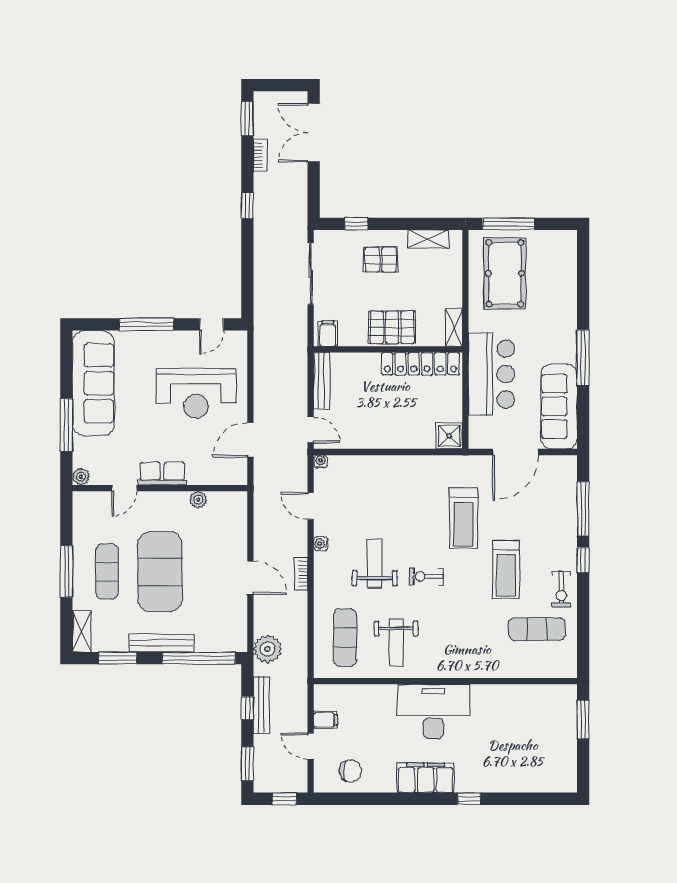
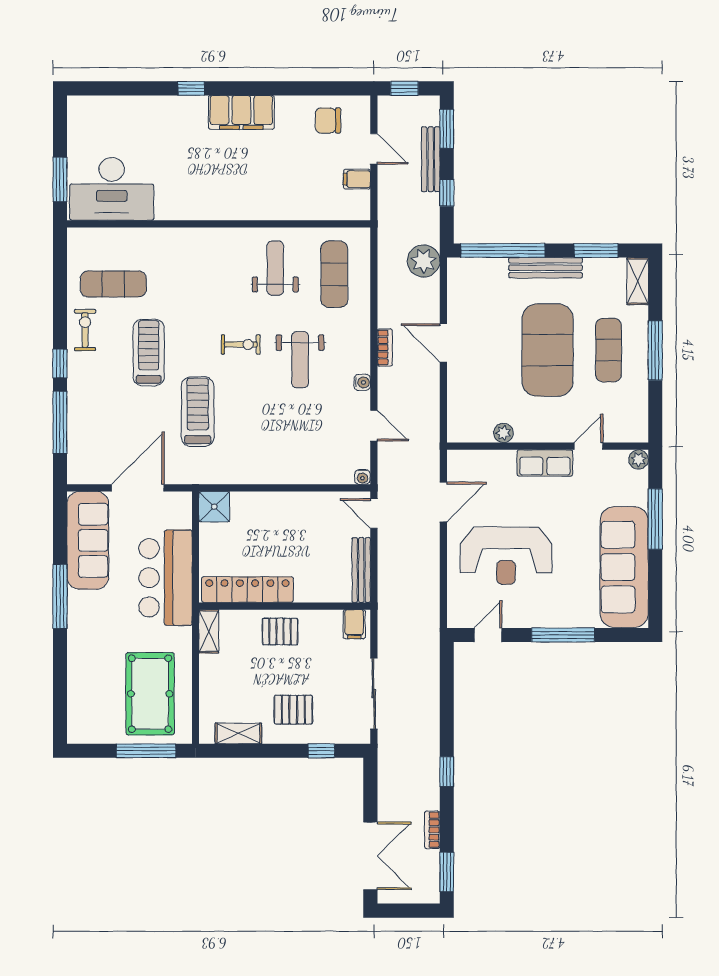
pallet: (392, 327) -> (280, 632), width x0.67, depth x0.71
reception desk: (196, 393) -> (506, 556), turned 180
bench: (261, 705) -> (431, 159), moved
desk: (433, 711) -> (112, 189), moved

